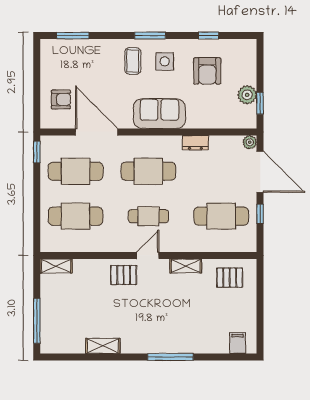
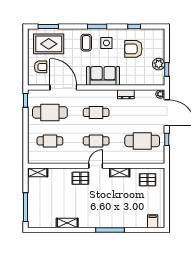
rug: (74, 63) -> (49, 44), added
armchair: (207, 71) -> (133, 49), turned 90
cafe table: (148, 171) -> (96, 112), width x0.73, depth x0.74
cafe table: (76, 216) -> (50, 141), width x0.73, depth x0.74

